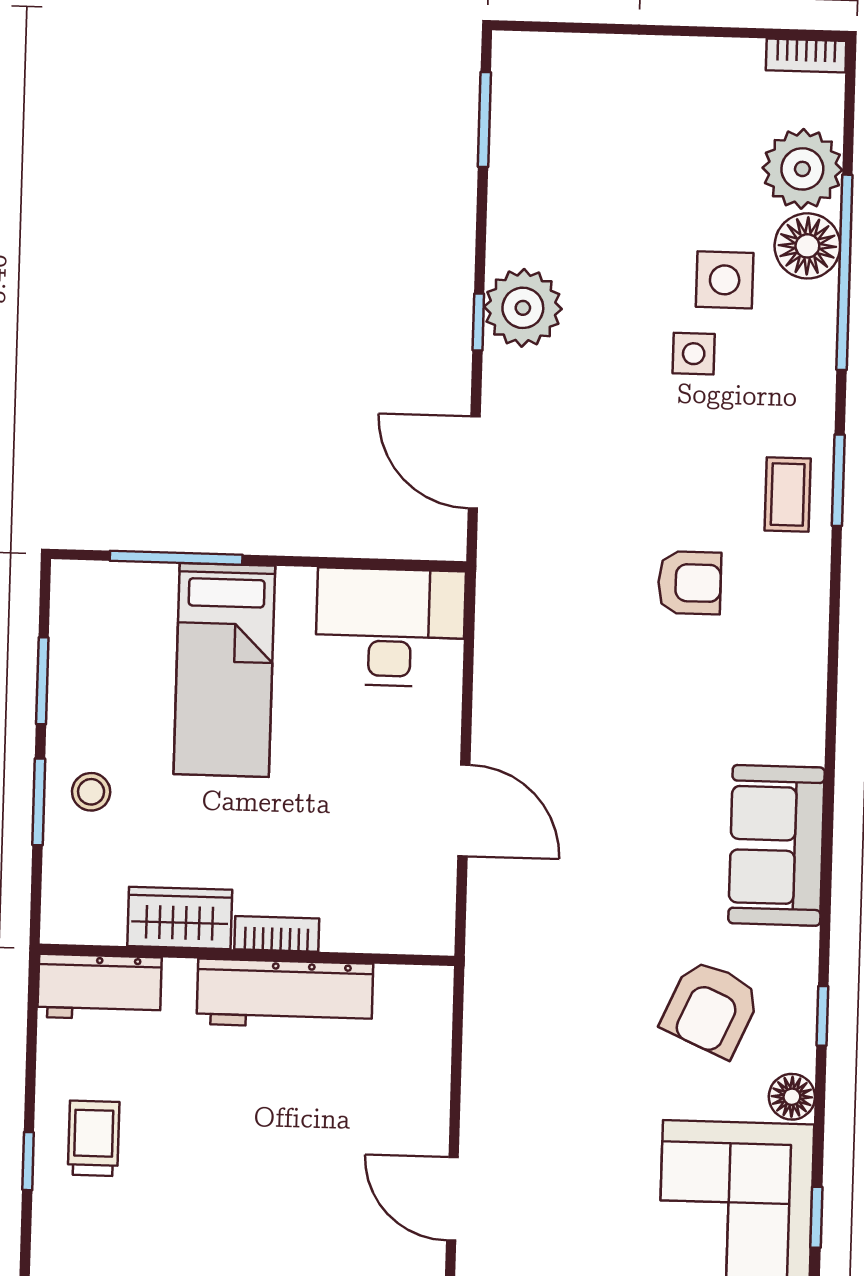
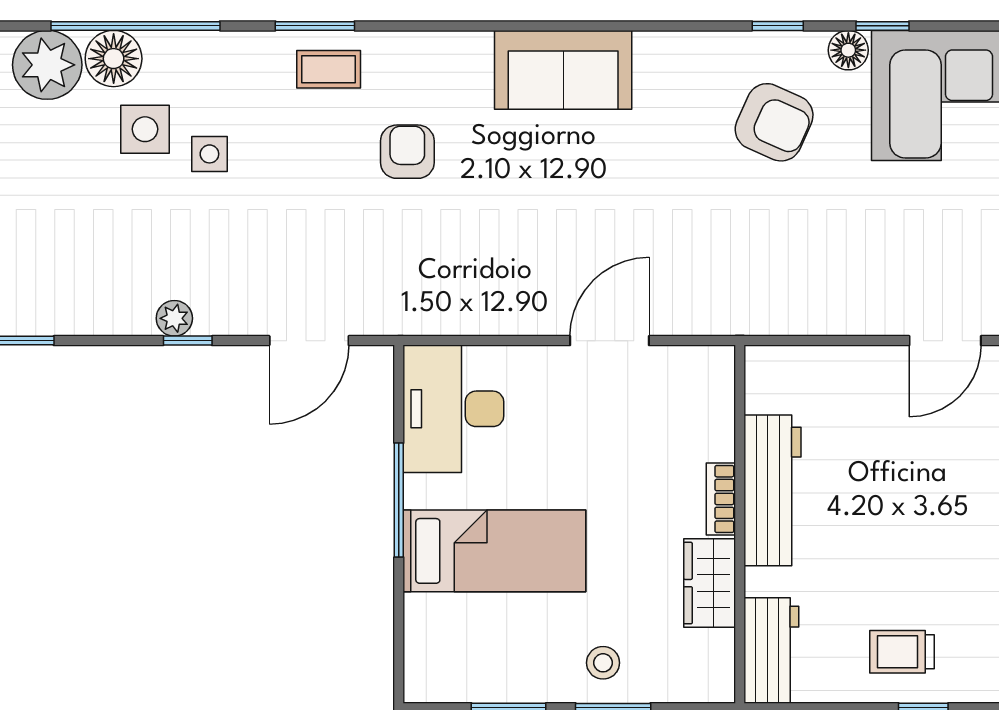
plant: (523, 308) -> (174, 318), width x0.53, depth x0.53
window: (176, 558) -> (399, 500), moved
sofa: (776, 845) -> (563, 70), moved
window: (816, 1217) -> (883, 26), moved

